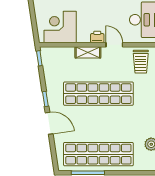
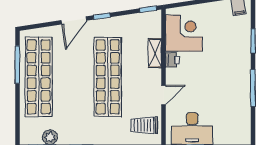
printer: (97, 37) -> (172, 60), moved
shelving: (88, 52) -> (155, 53), moved

